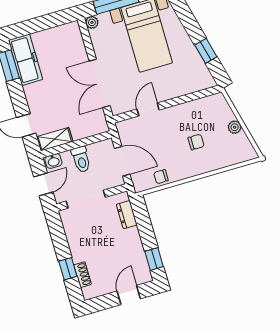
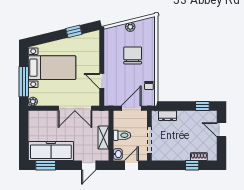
freezer: (26, 60) -> (51, 151), width x1.36, depth x1.26
shelving: (55, 139) -> (103, 138), moved
chair: (196, 142) -> (133, 55), width x1.87, depth x1.87
door: (43, 184) -> (131, 165), hinge flipped

